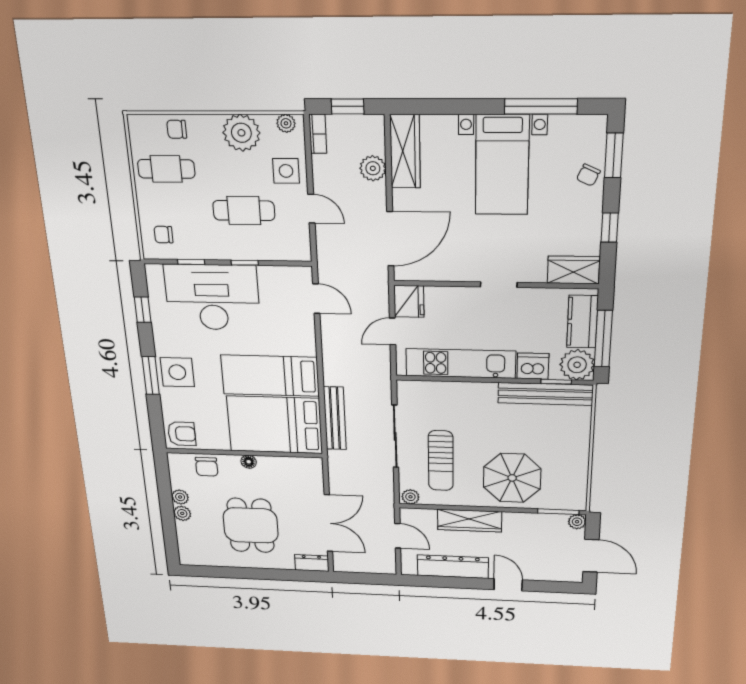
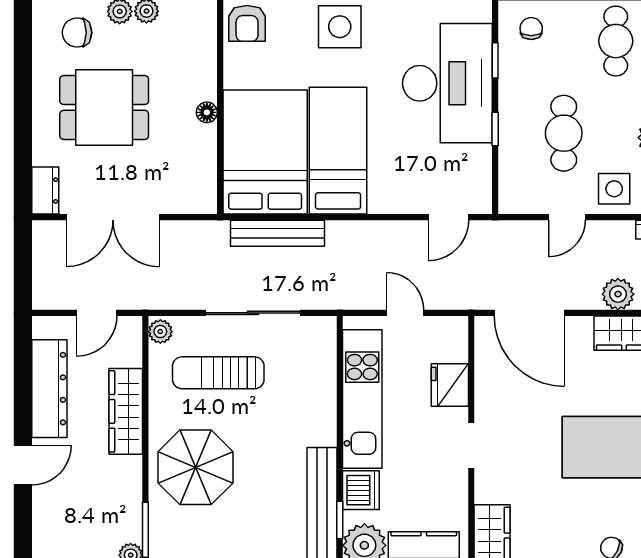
fridge: (409, 301) -> (450, 385), moved, turned 90
chair: (207, 467) -> (77, 33), moved

